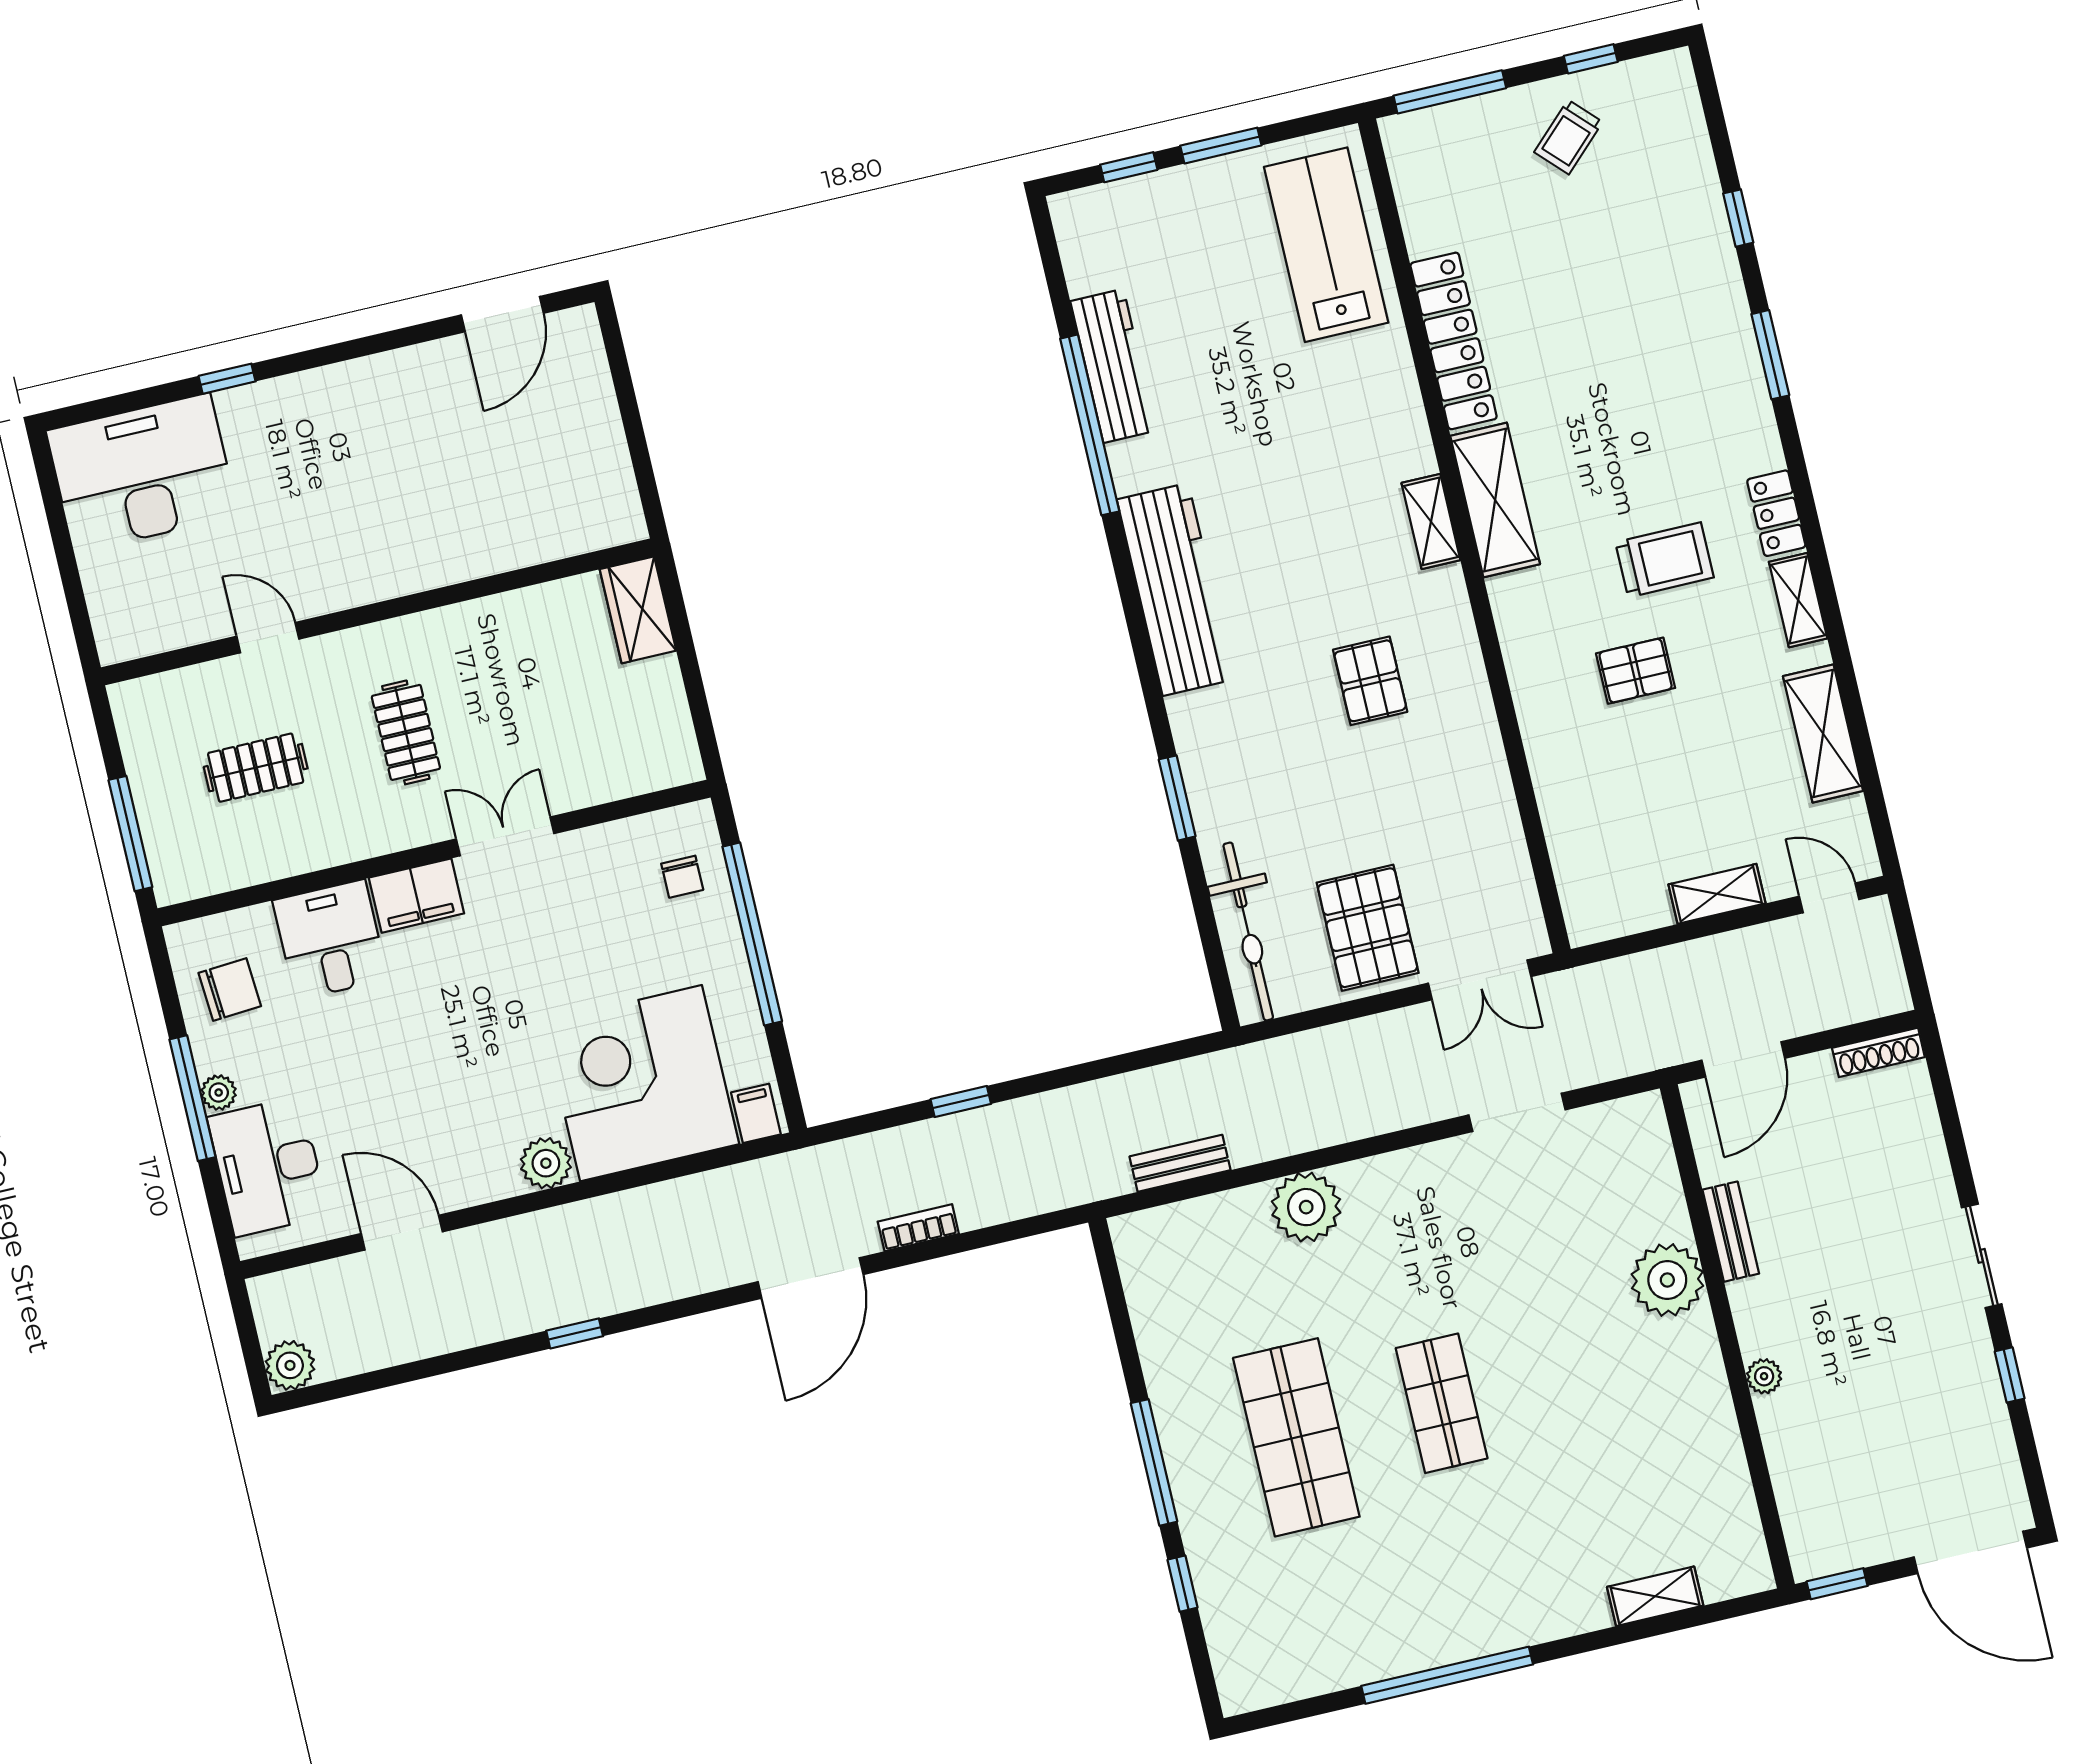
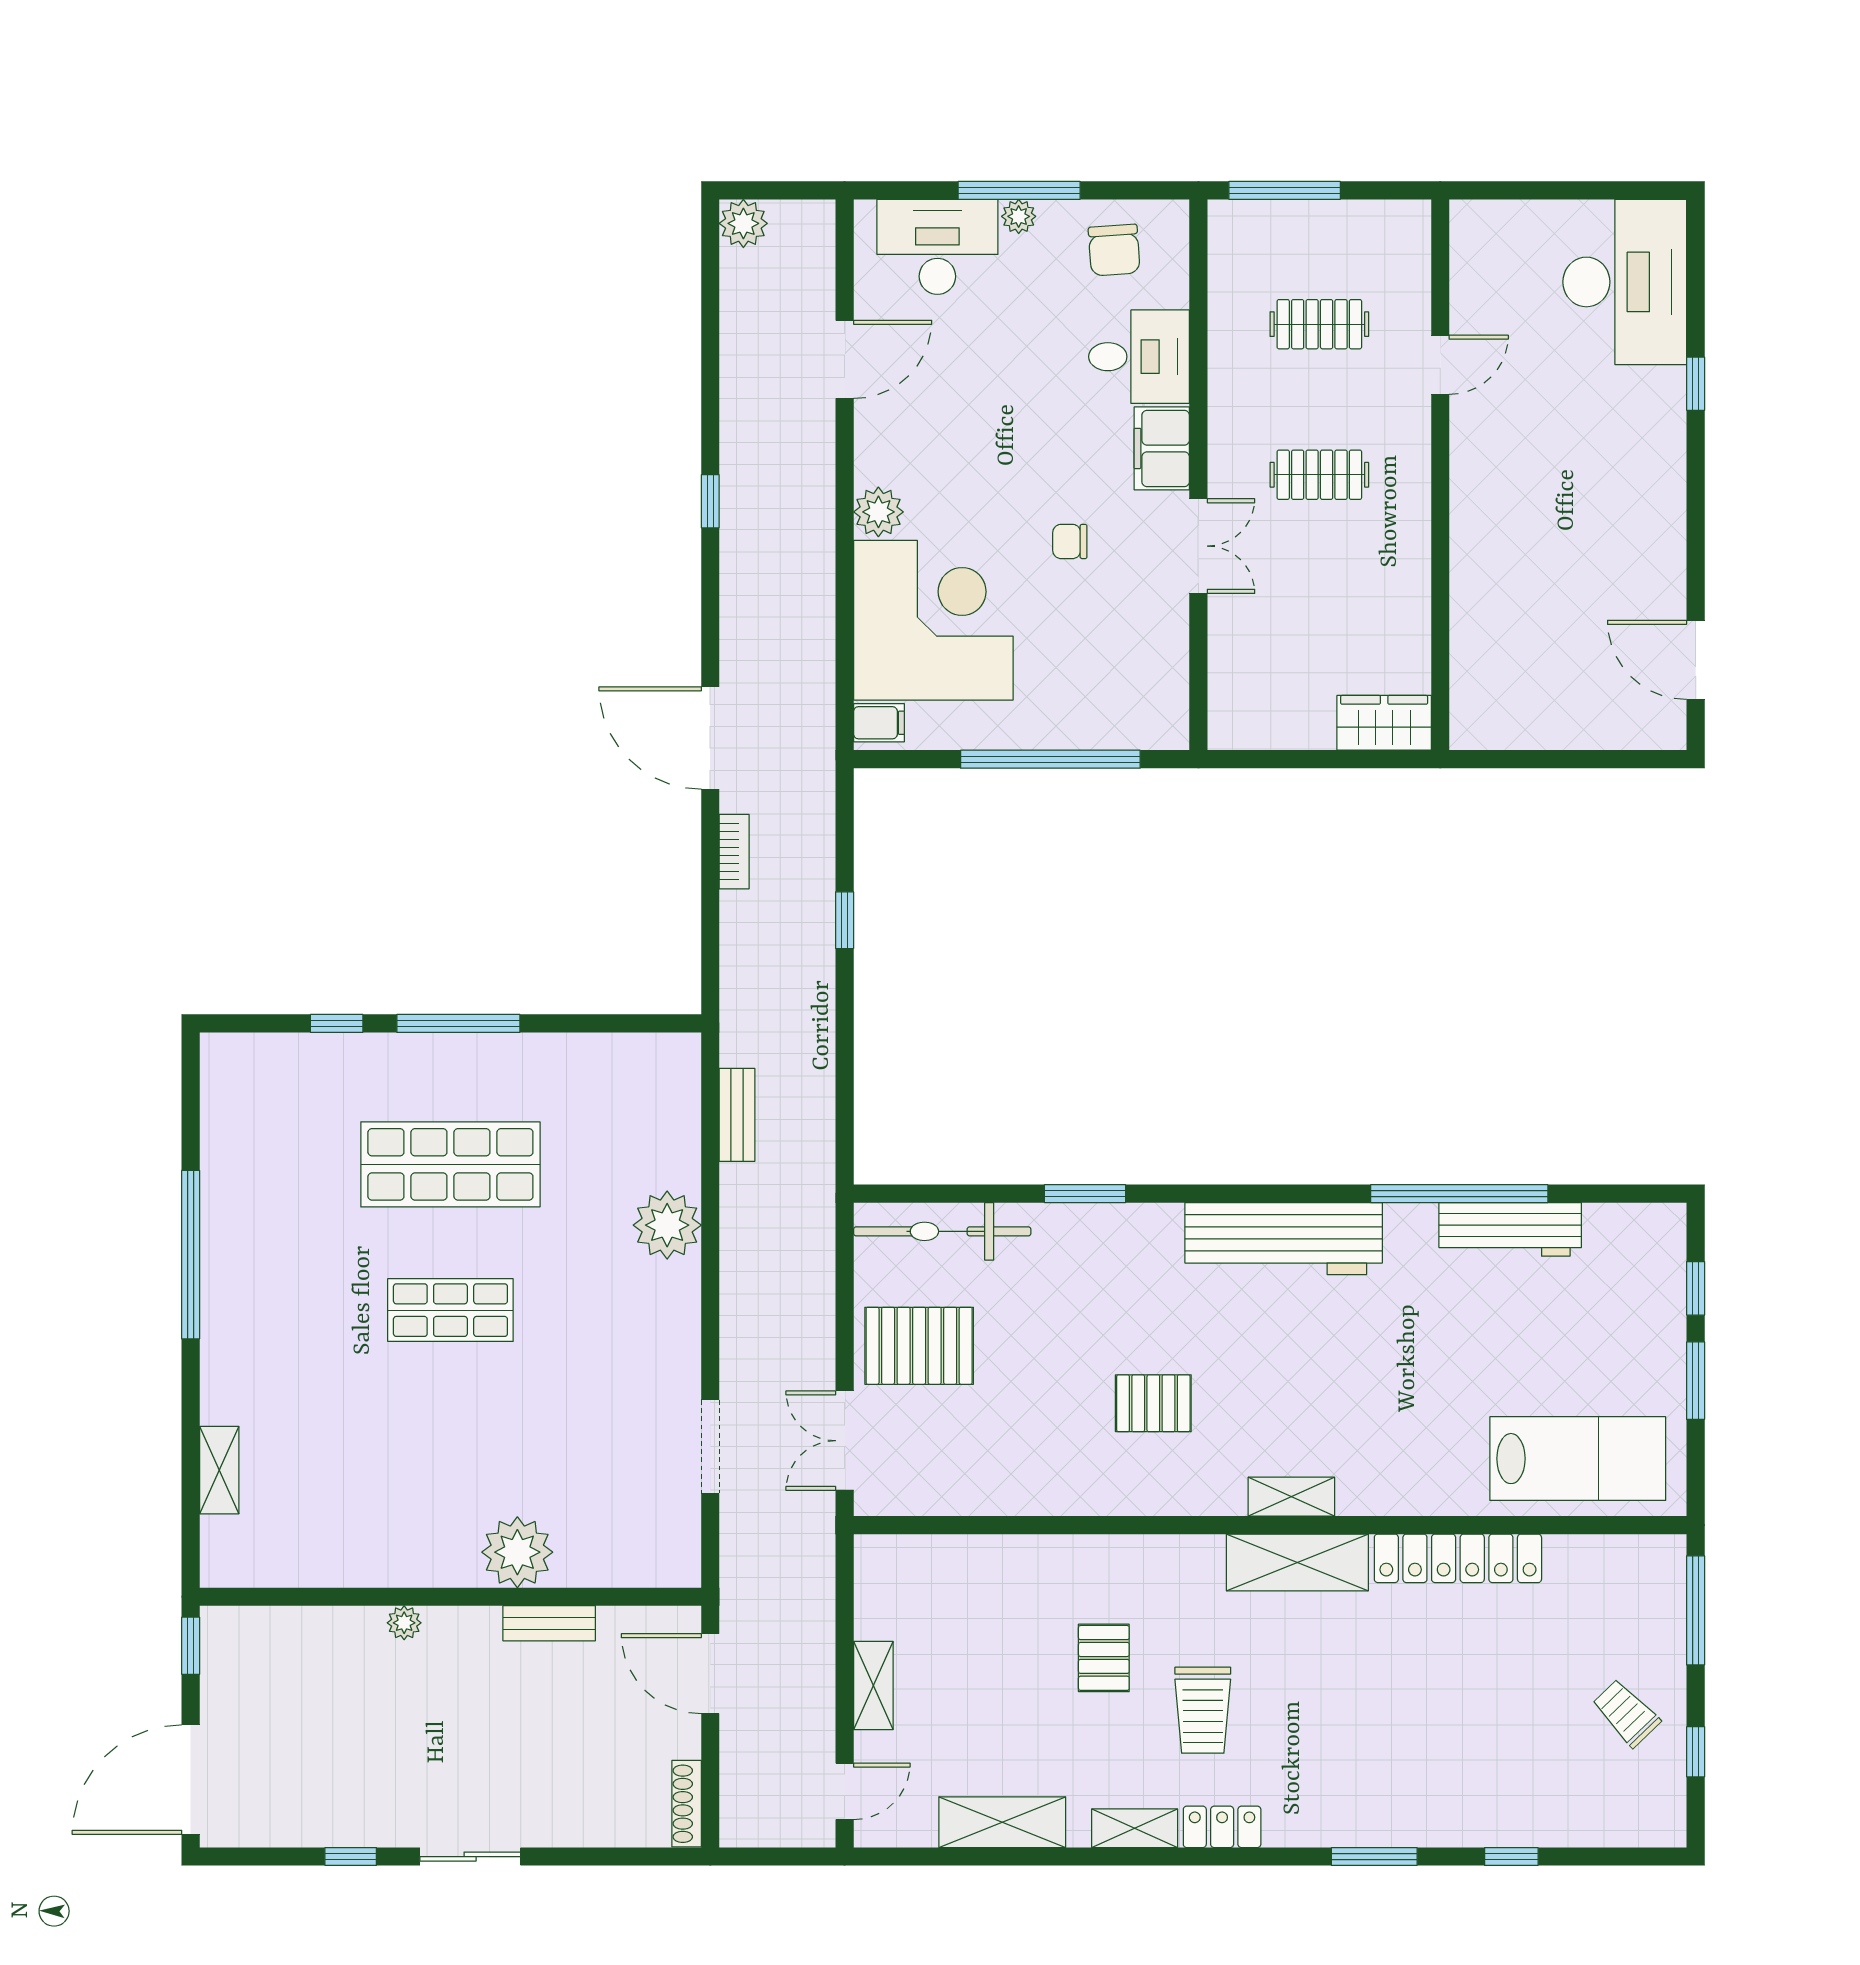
clothes rail: (256, 768) -> (1319, 324), turned 90
chair: (682, 877) -> (1070, 541), moved

